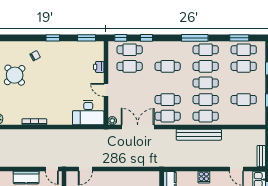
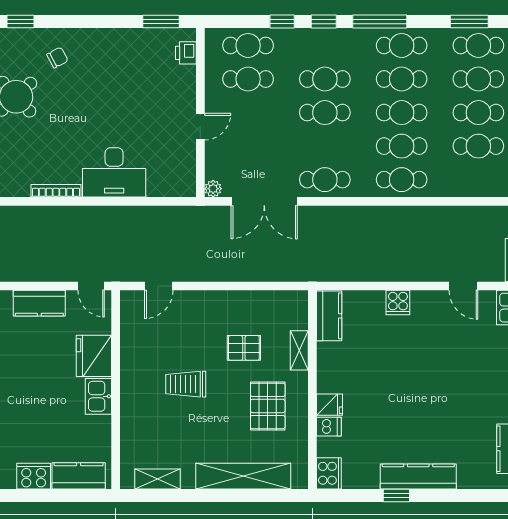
window: (53, 38) -> (21, 22), moved
window: (121, 38) -> (324, 22), moved
printer: (99, 67) -> (186, 53), moved
cafe table: (244, 83) -> (478, 113), added
door: (106, 90) -> (200, 127), swing flipped
cafe table: (168, 100) -> (325, 113), moved
desk: (88, 113) -> (114, 172), moved
double door: (138, 127) -> (264, 201), swing flipped
bench: (199, 135) -> (388, 217), removed

